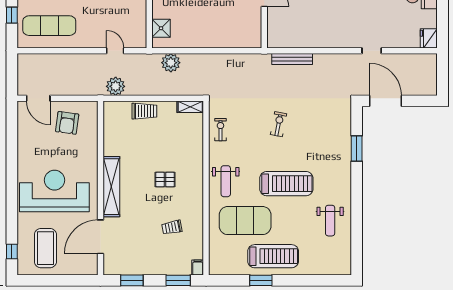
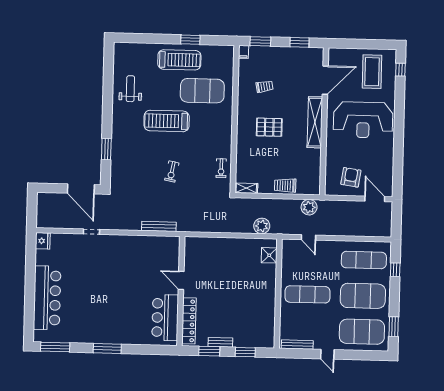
pallet: (165, 180) -> (269, 127), width x1.50, depth x1.42
weight bench: (226, 181) -> (218, 124), removed
treadmill: (273, 256) -> (179, 60), turned 180

